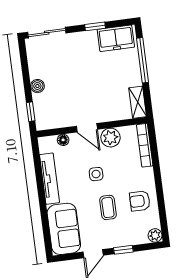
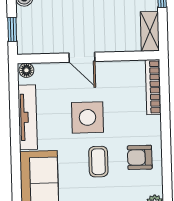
plant: (111, 138) -> (111, 73), removed
floor lamp: (63, 140) -> (26, 70), moved
side table: (96, 174) -> (88, 117), width x1.87, depth x1.87

